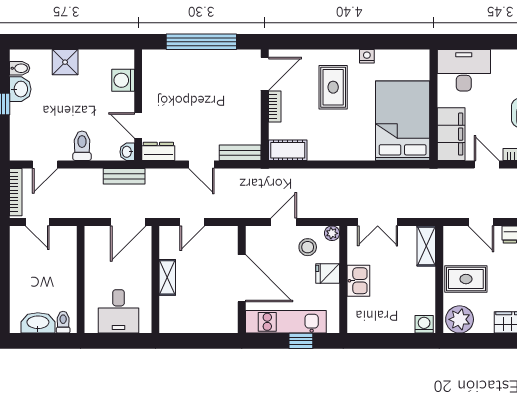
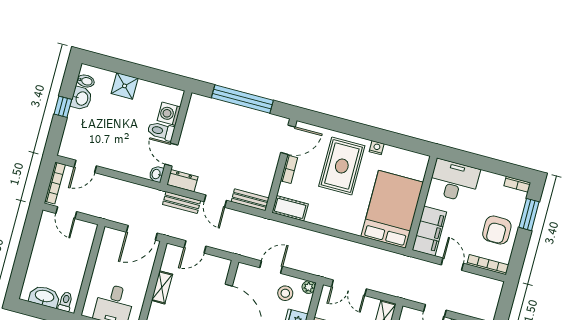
rug: (333, 87) -> (342, 166), width x1.36, depth x1.43
toilet: (82, 146) -> (161, 131), moved, turned -90
bench: (124, 176) -> (182, 203), moved

